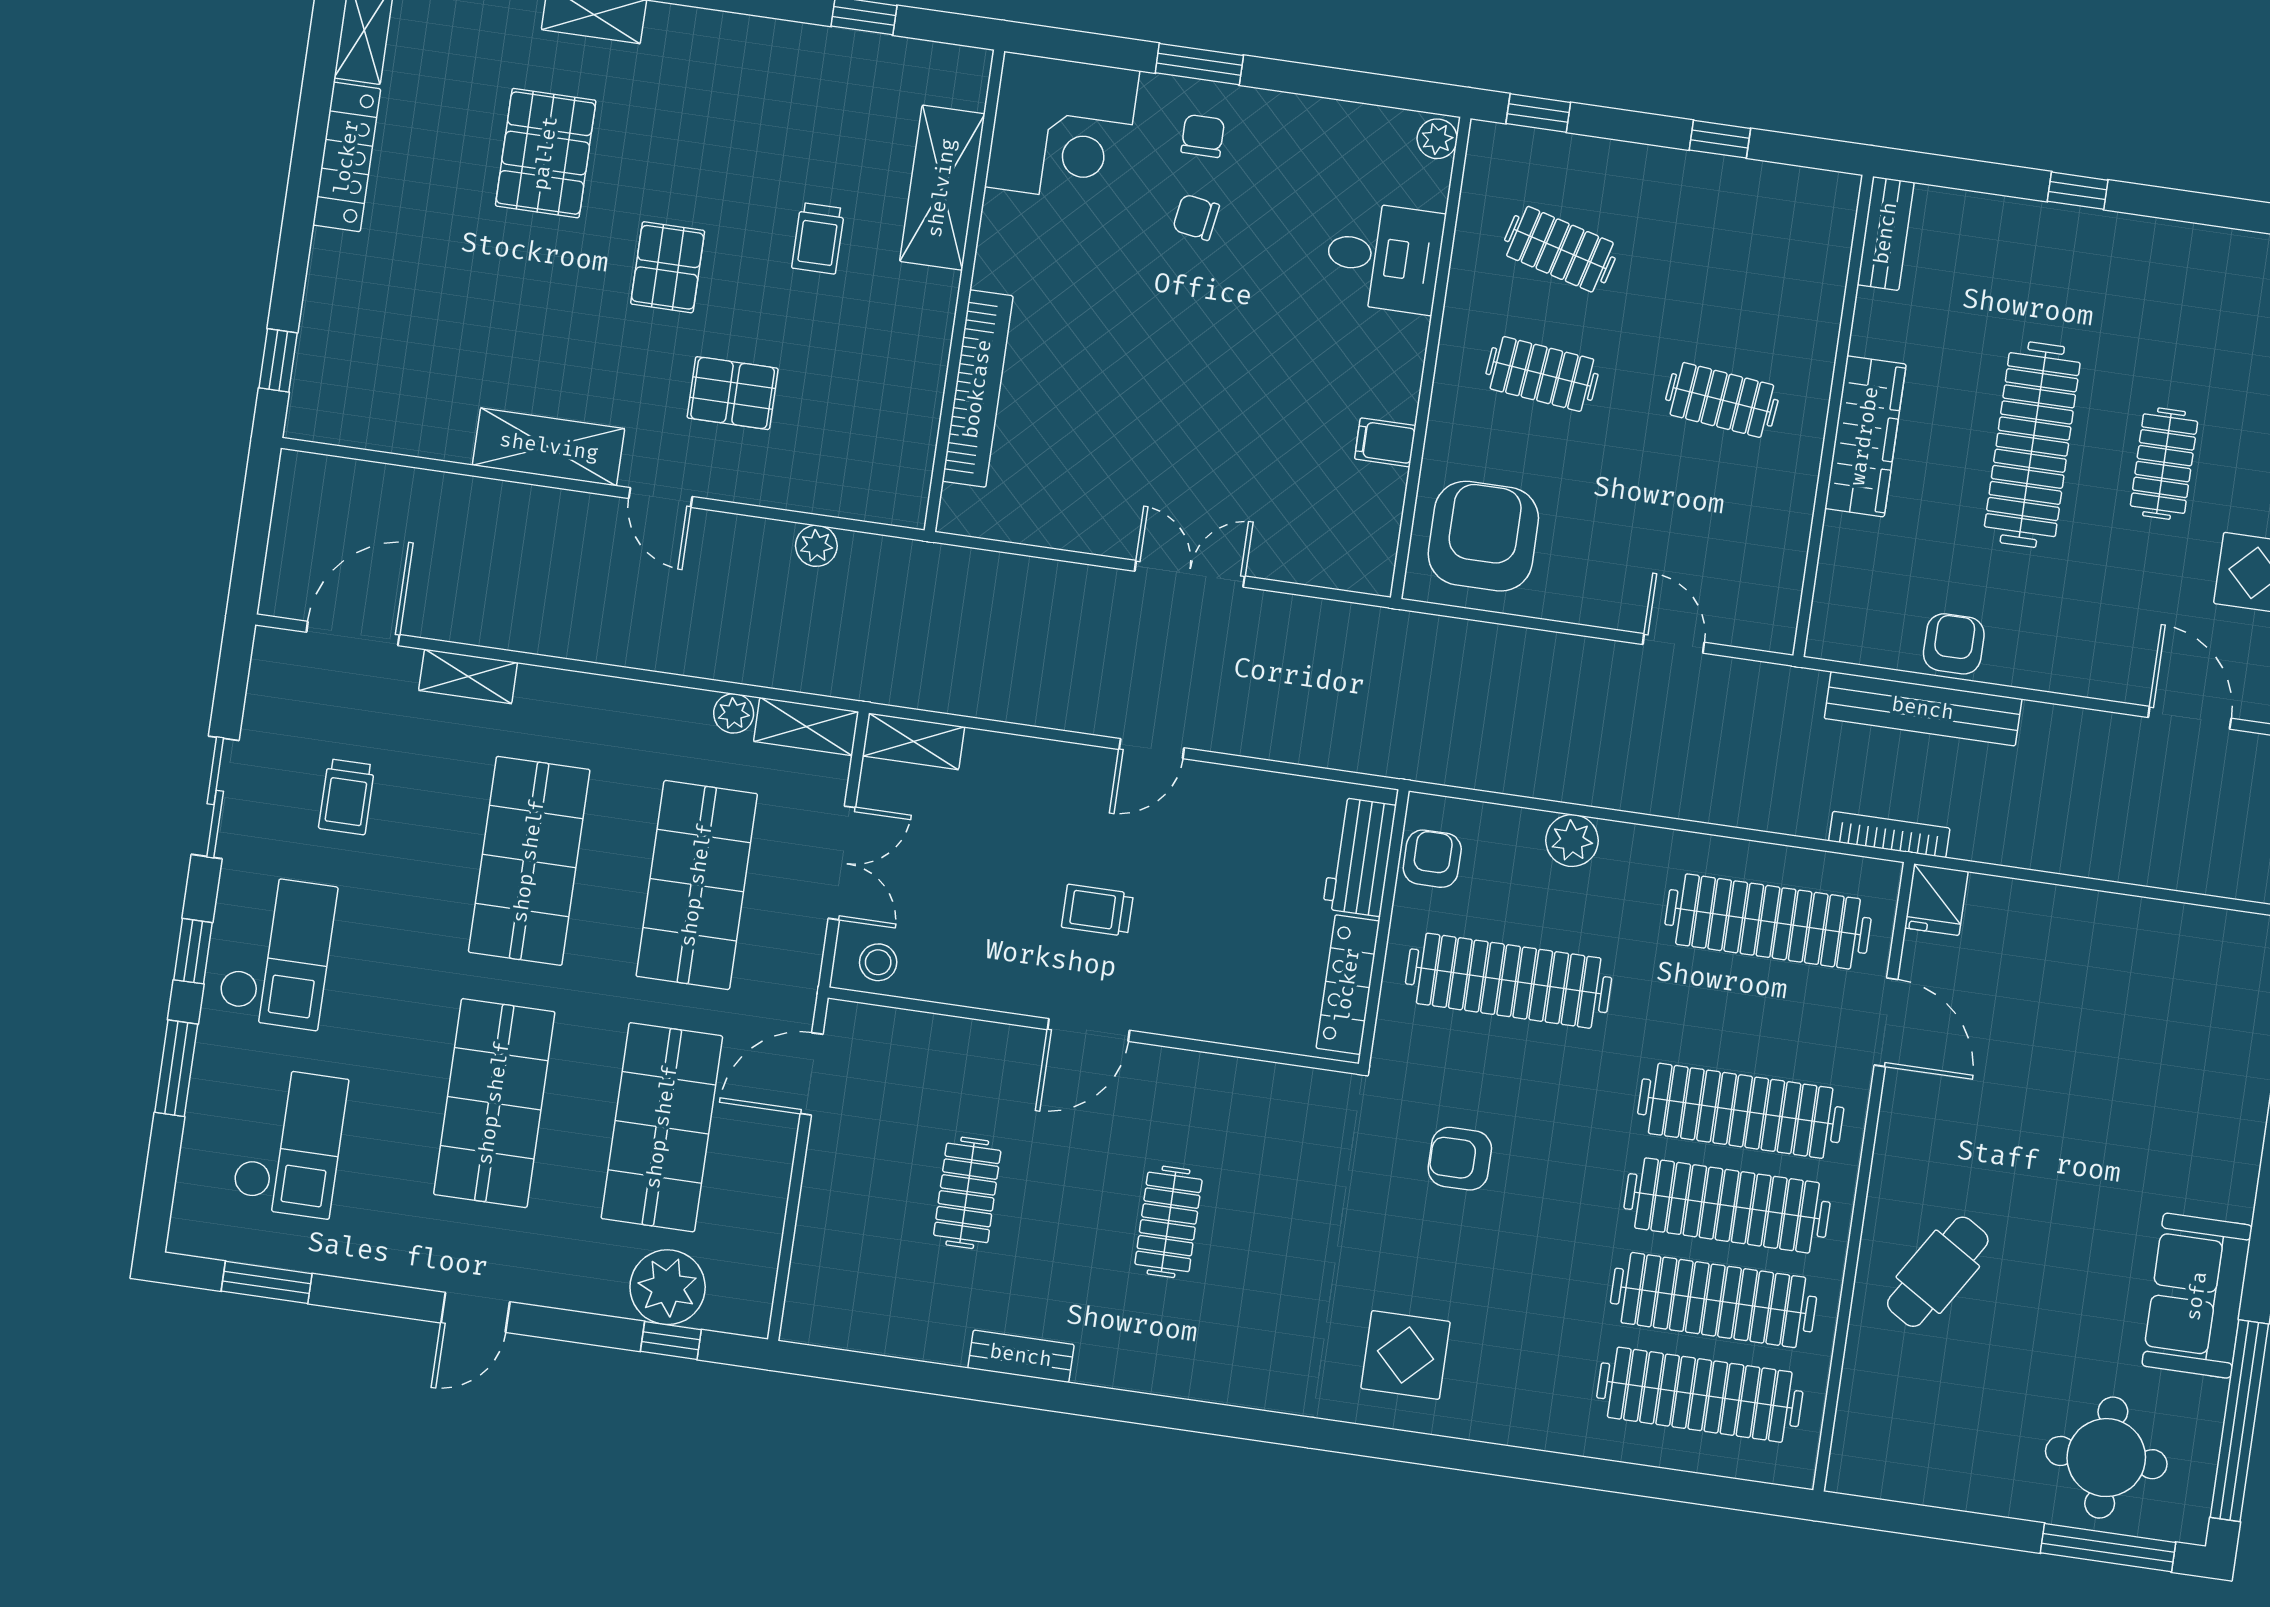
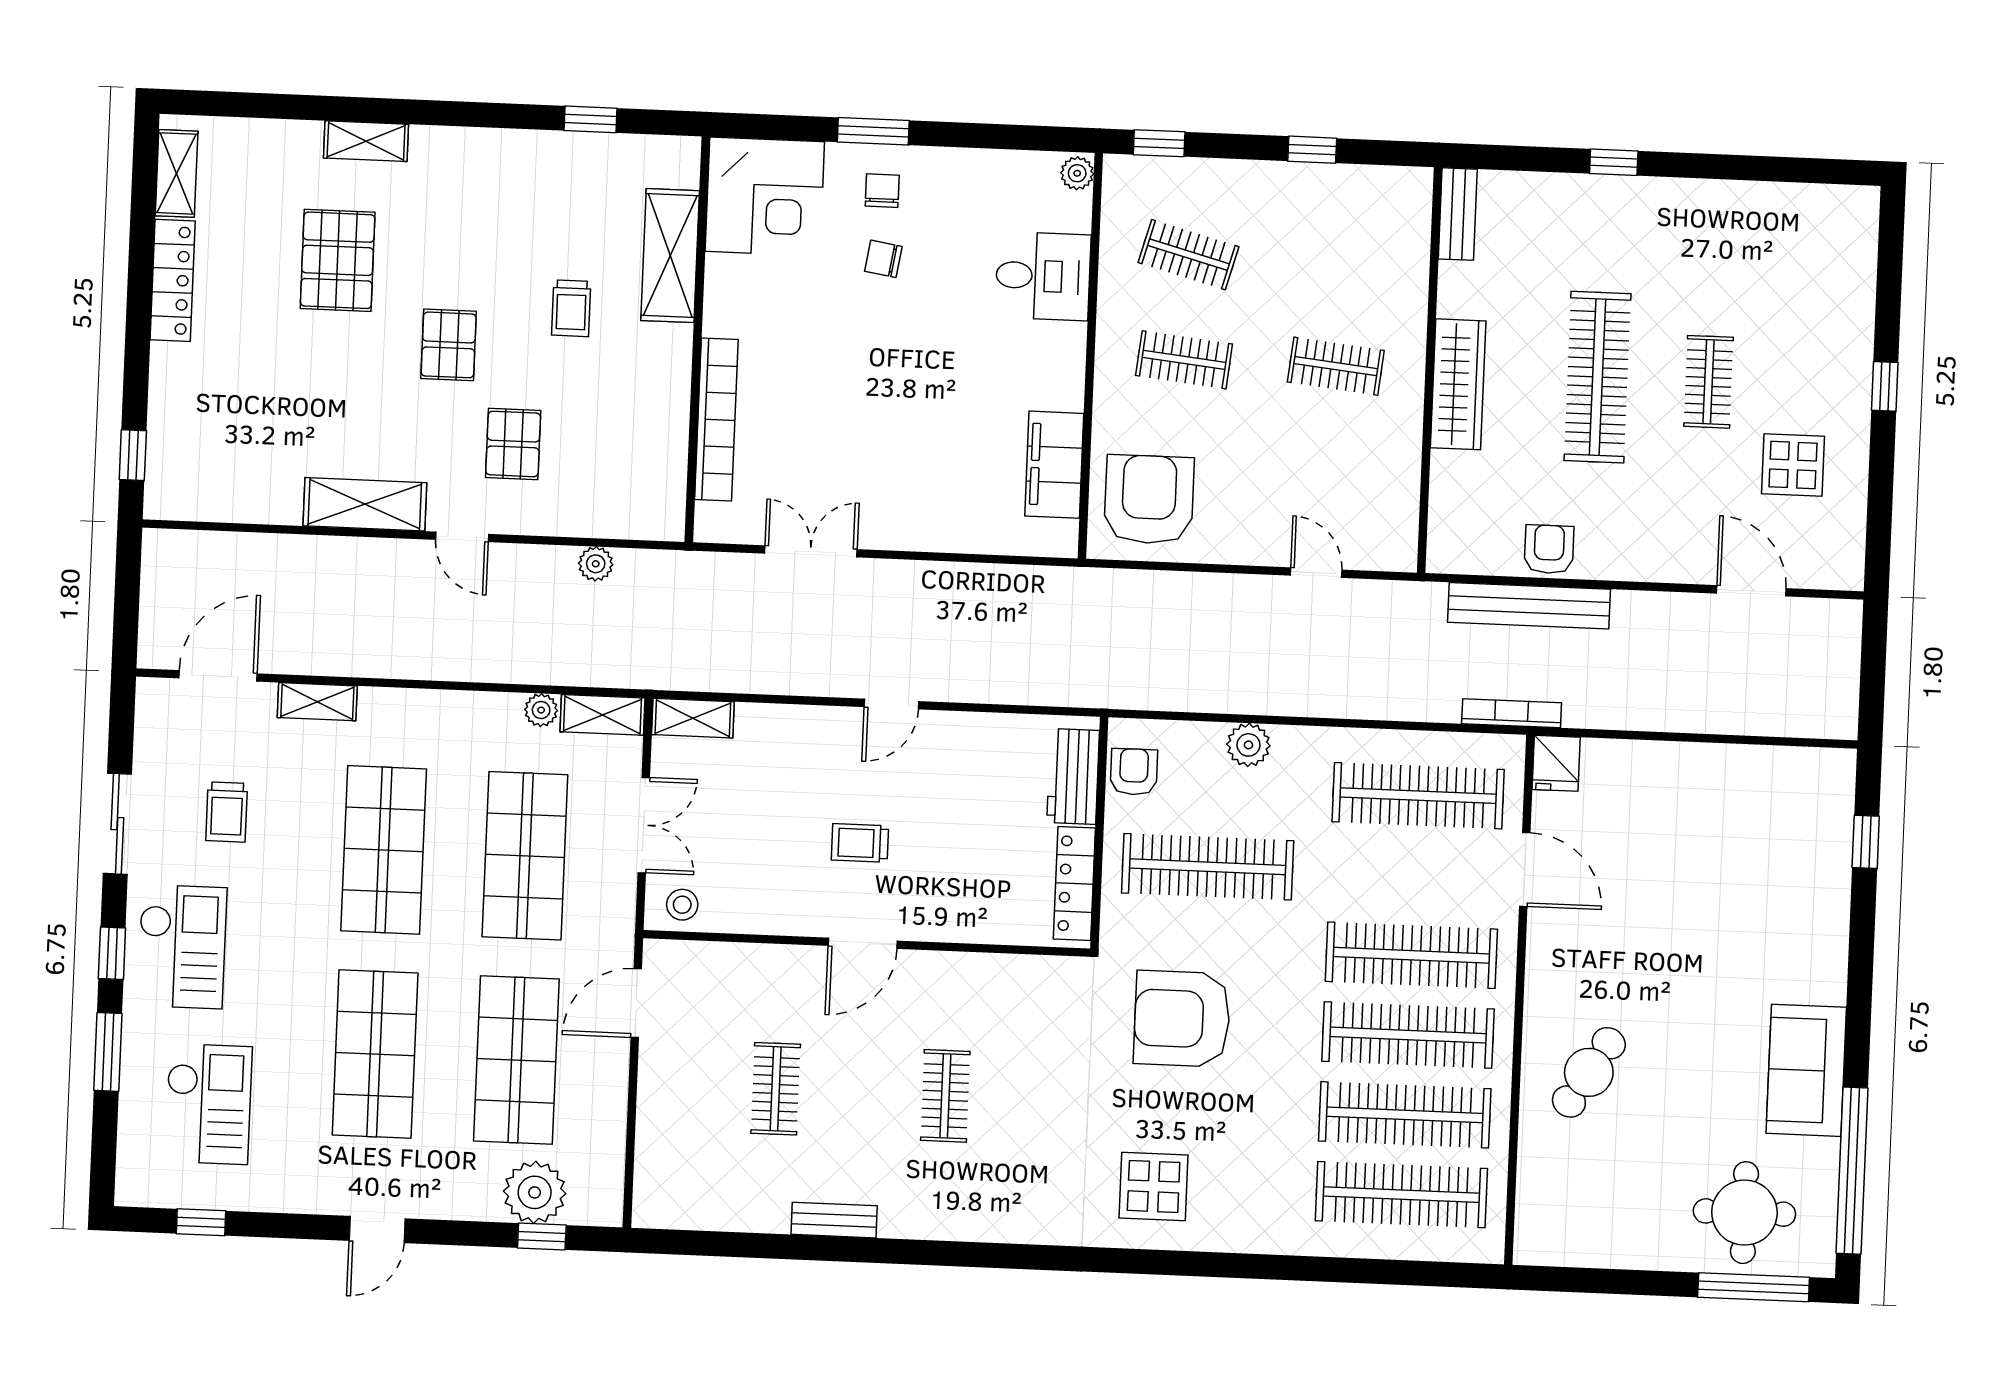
pallet: (733, 393) -> (513, 444), turned 90
filing cabinet: (1385, 442) -> (1054, 465), width x3.00, depth x1.17
double door: (1190, 574) -> (811, 551), moved
armchair: (1460, 1159) -> (1182, 1019), width x1.88, depth x1.88
window: (267, 1282) -> (201, 1222), width x0.67

